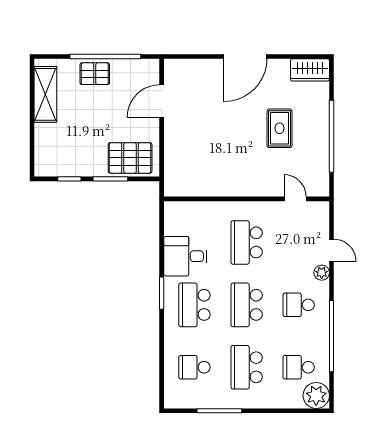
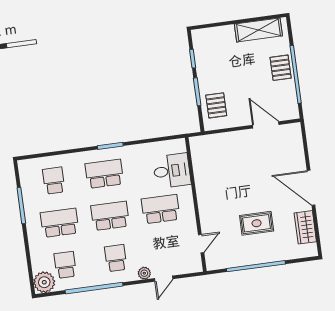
wardrobe: (310, 70) -> (305, 227), moved
pallet: (130, 158) -> (216, 105), width x0.67, depth x0.71
desk: (185, 256) -> (172, 171), moved, turned 90

